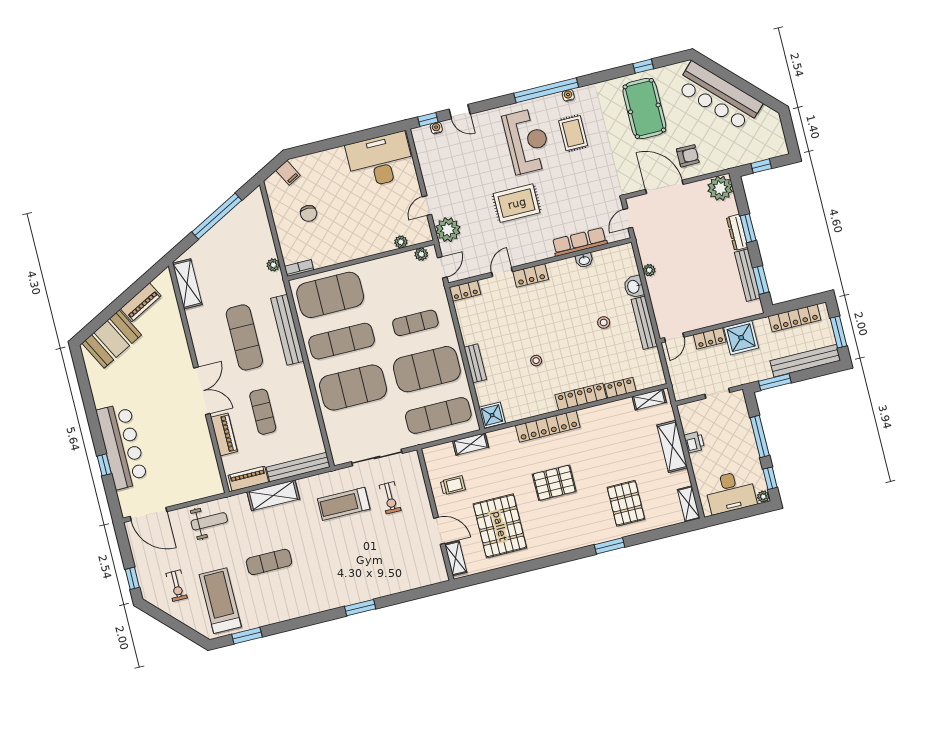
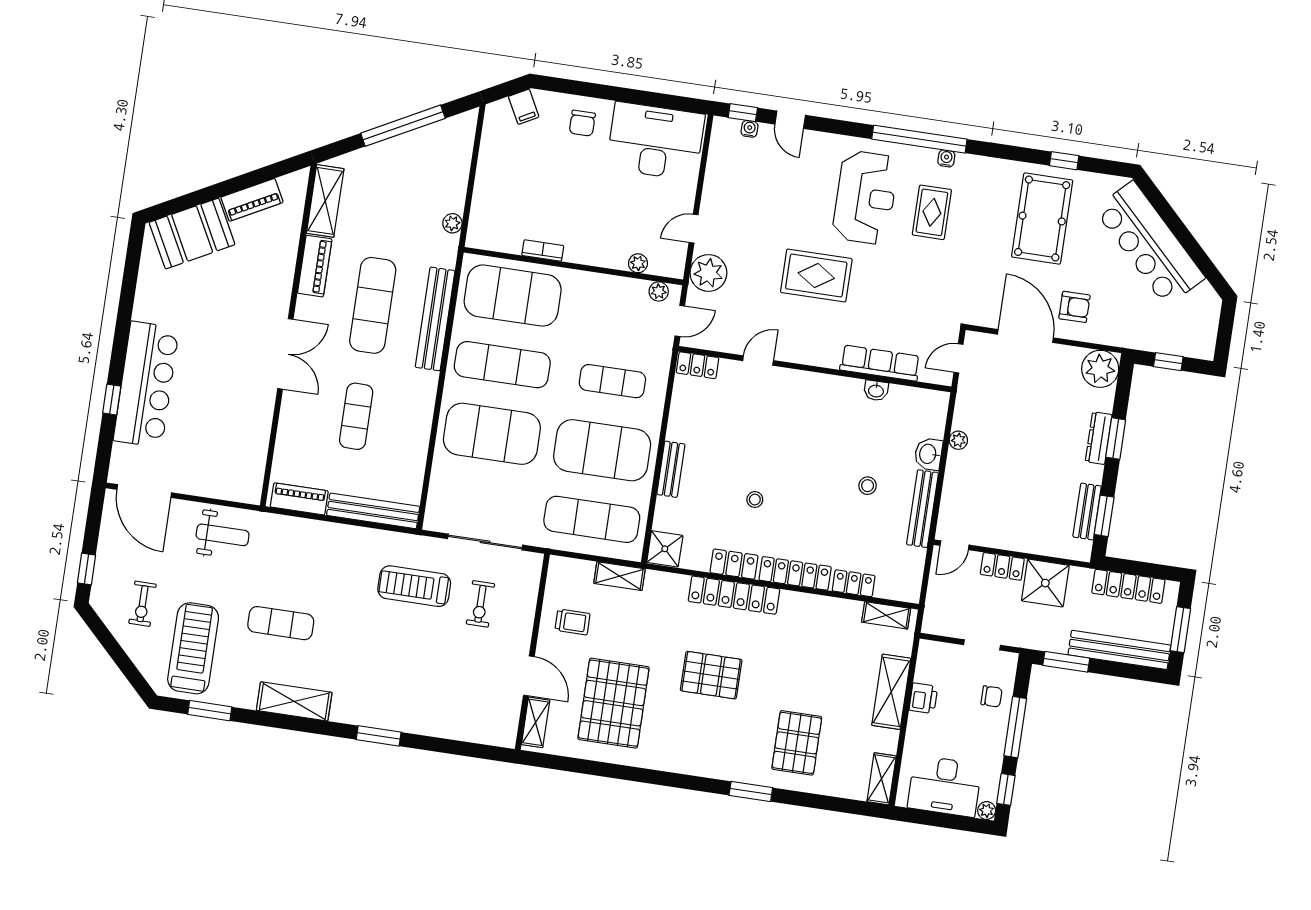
chair: (309, 213) -> (582, 123), moved
bookcase: (299, 268) -> (543, 250), moved
locker: (531, 275) -> (734, 564), moved, turned 180
bench: (747, 275) -> (1087, 512), width x0.73
chair: (737, 423) -> (991, 696), added
piano: (224, 434) -> (315, 266), moved
shelving: (273, 495) -> (294, 701), moved

